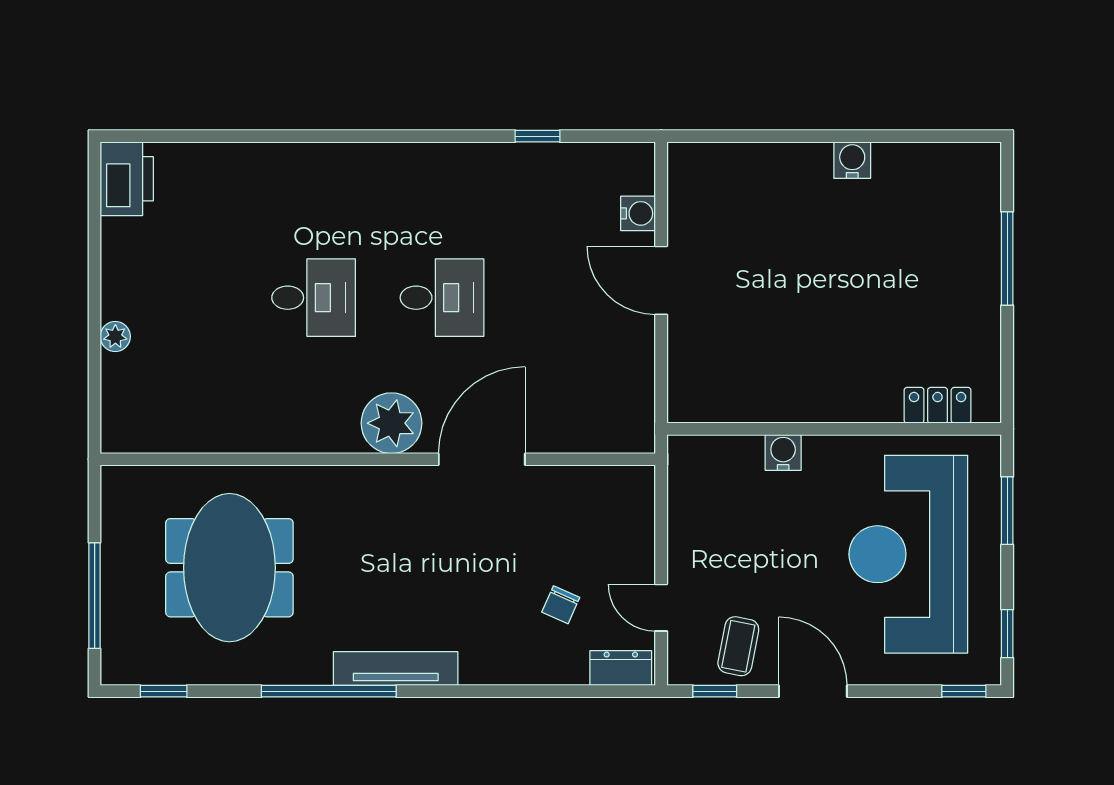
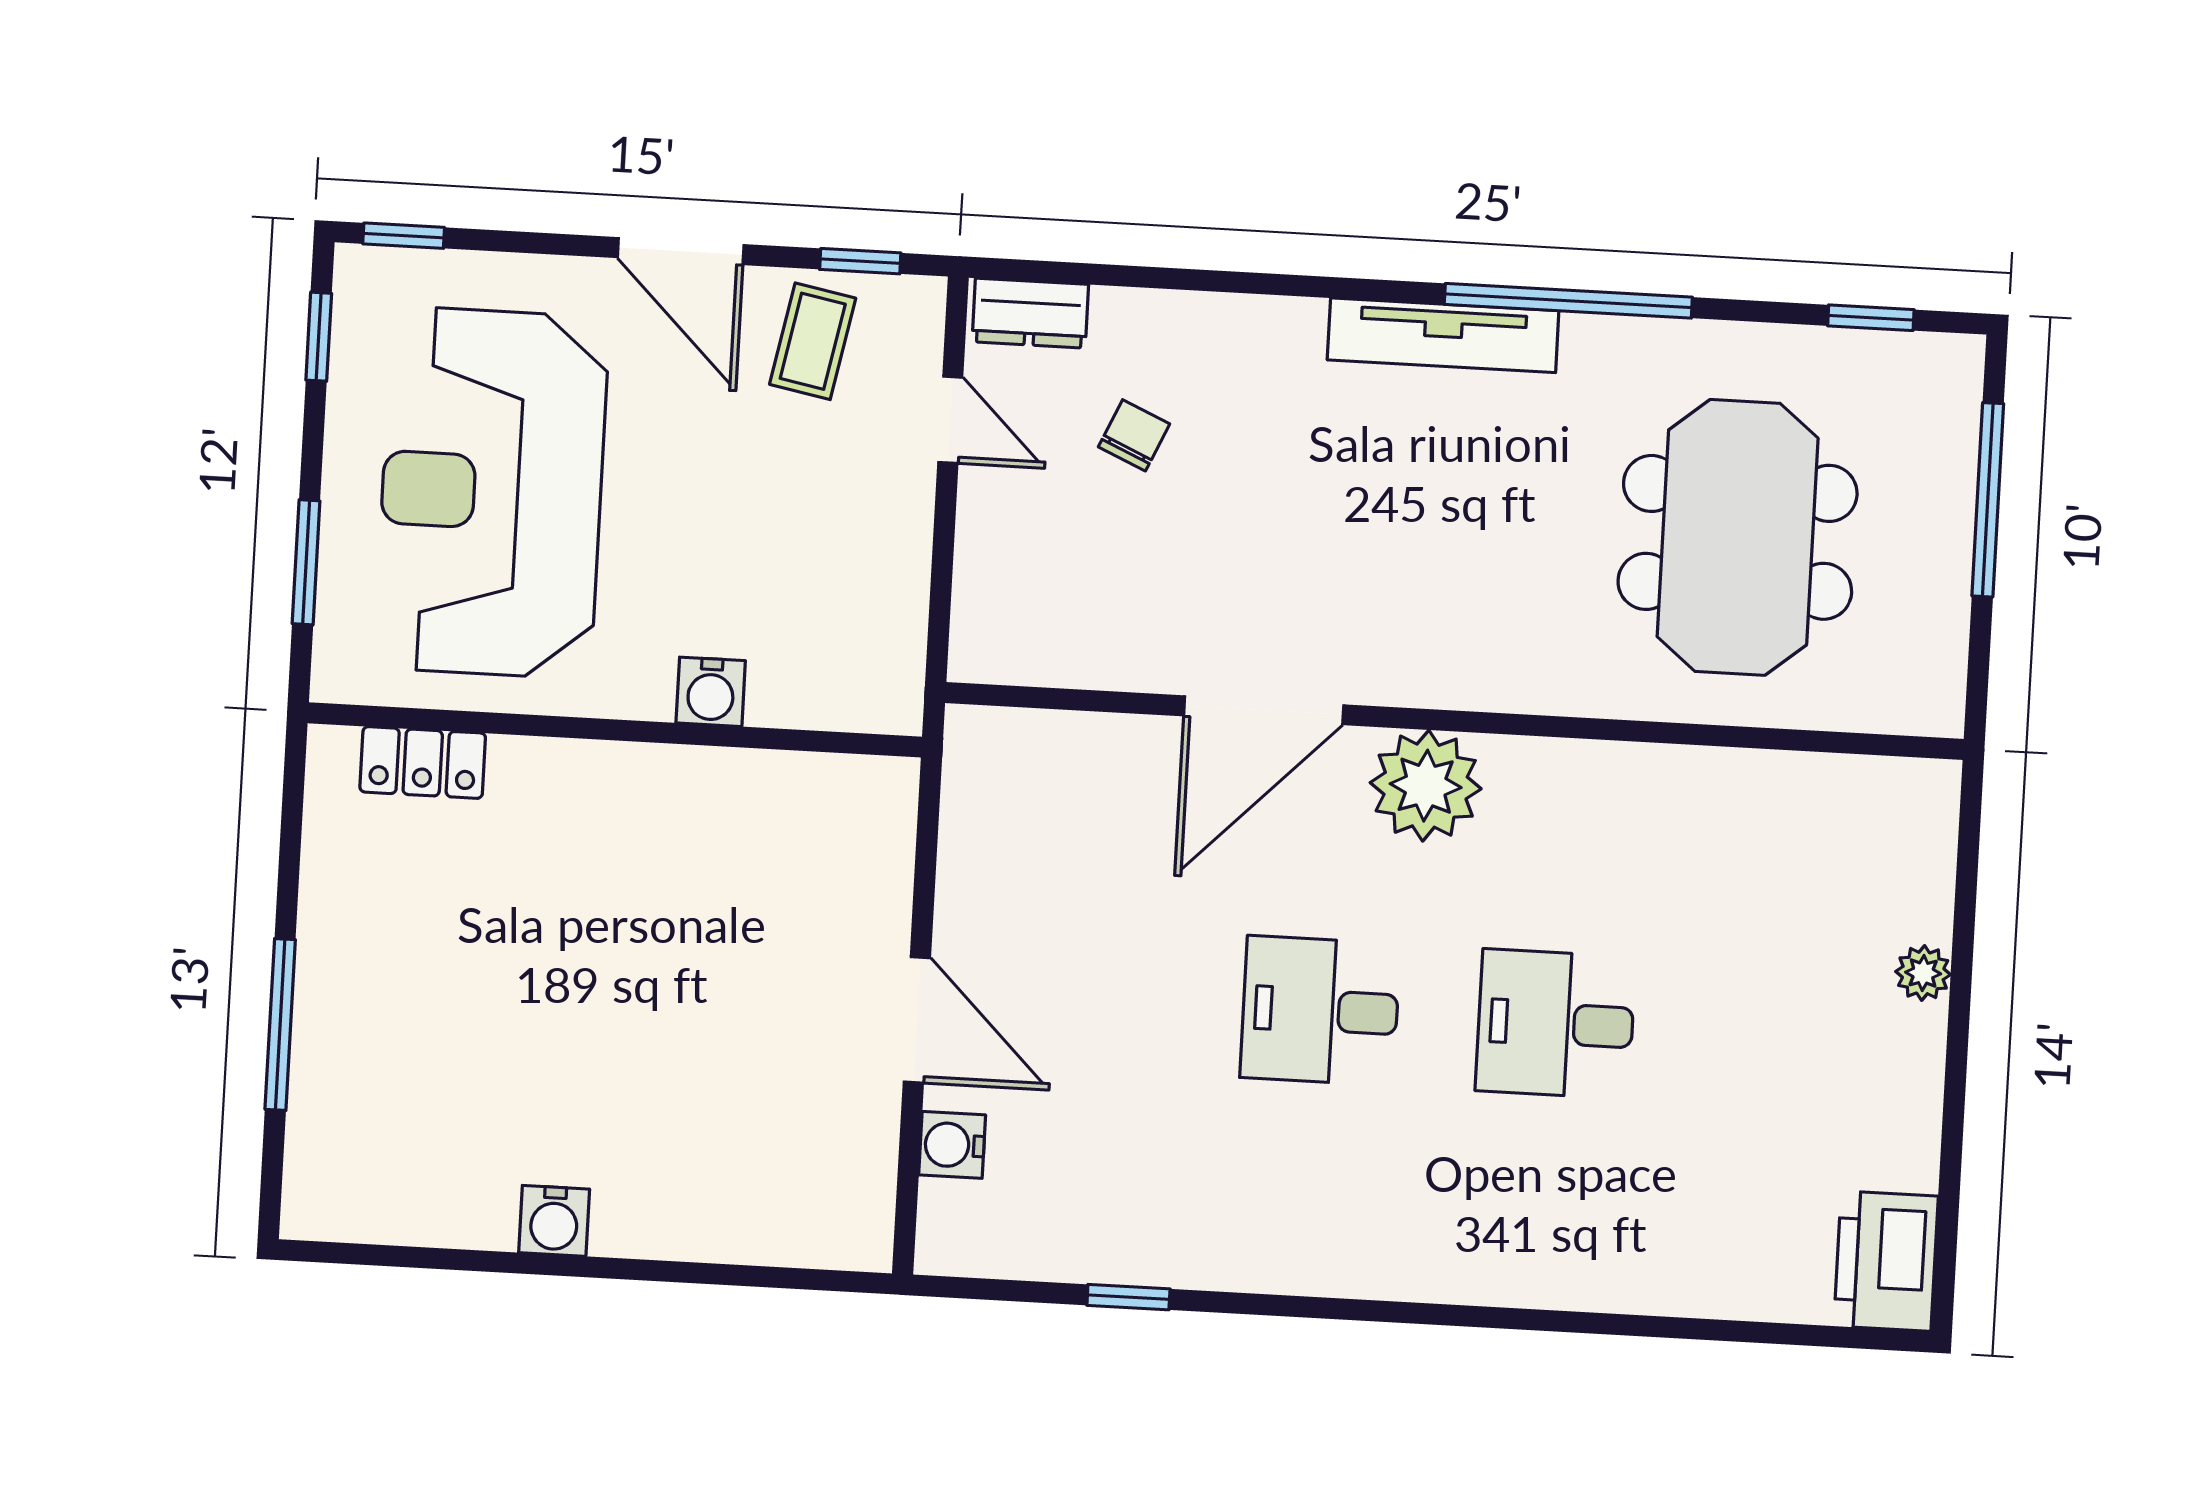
reception desk: (908, 554) -> (491, 493), turned 180

